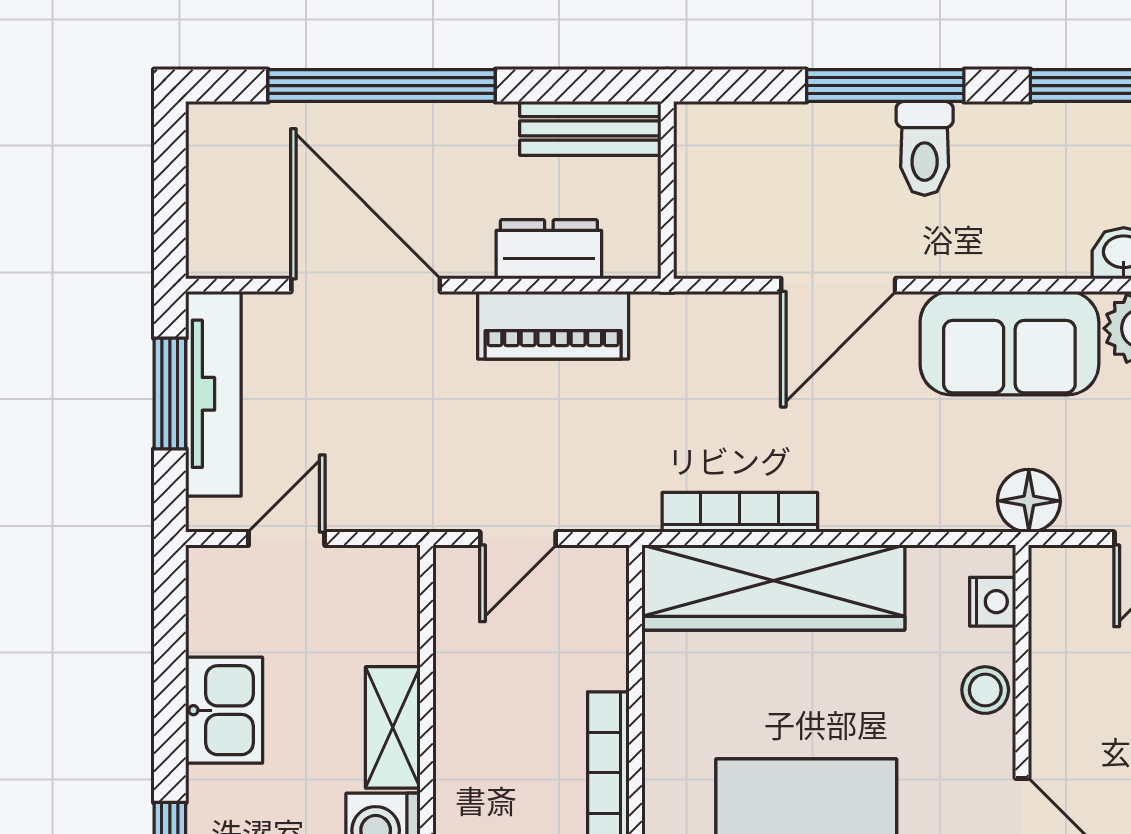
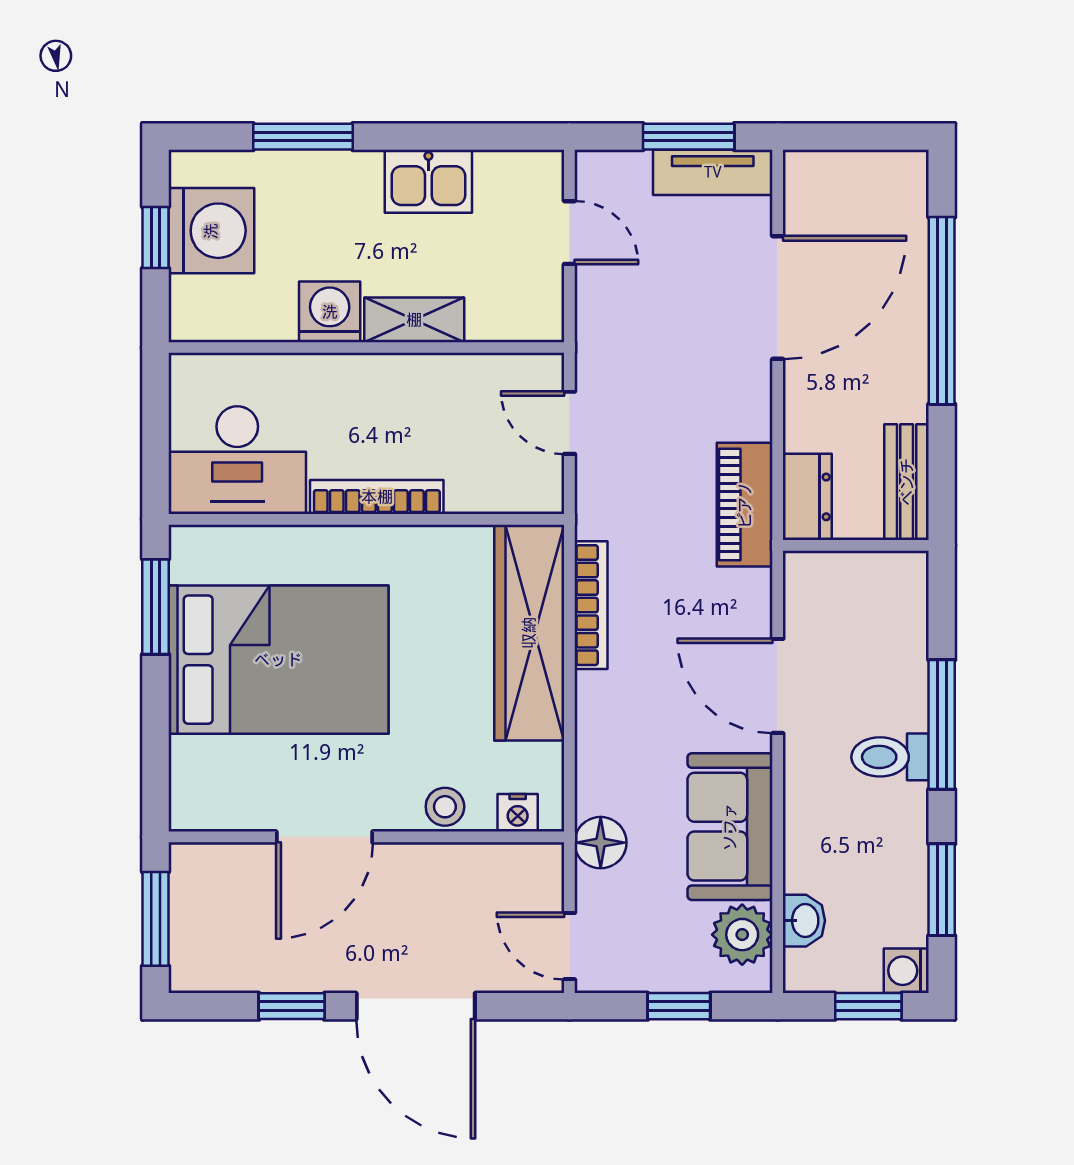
dresser: (549, 249) -> (807, 497), moved
piano: (553, 325) -> (745, 505), moved
tv unit: (213, 394) -> (713, 172), width x0.71

